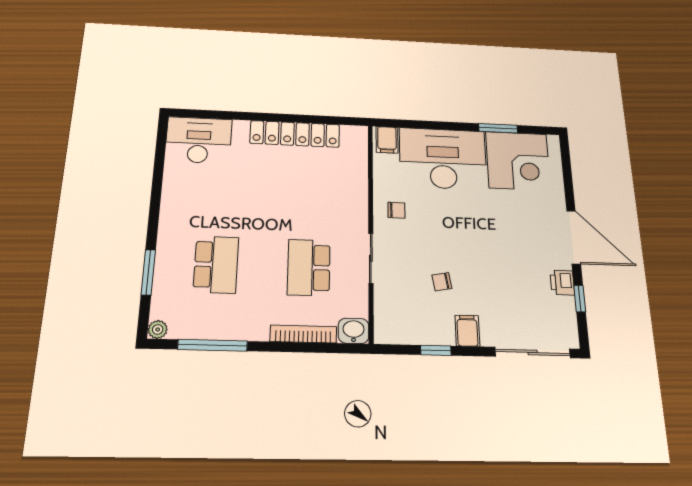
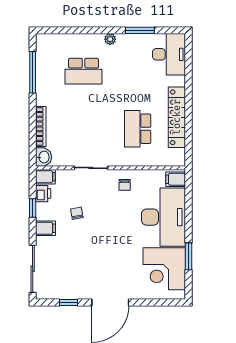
school desk: (309, 267) -> (138, 129), moved, turned -90
window: (148, 272) -> (140, 30), moved
printer: (562, 283) -> (43, 194), moved, turned 90
plant: (158, 329) -> (110, 39), moved
filing cabinet: (385, 329) -> (45, 177), added

